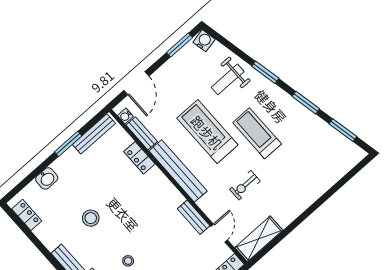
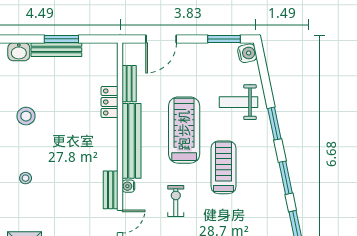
water cooler: (125, 116) -> (128, 186), moved
bench: (94, 134) -> (56, 50), moved
exercise bike: (245, 185) -> (176, 201), turned 90

